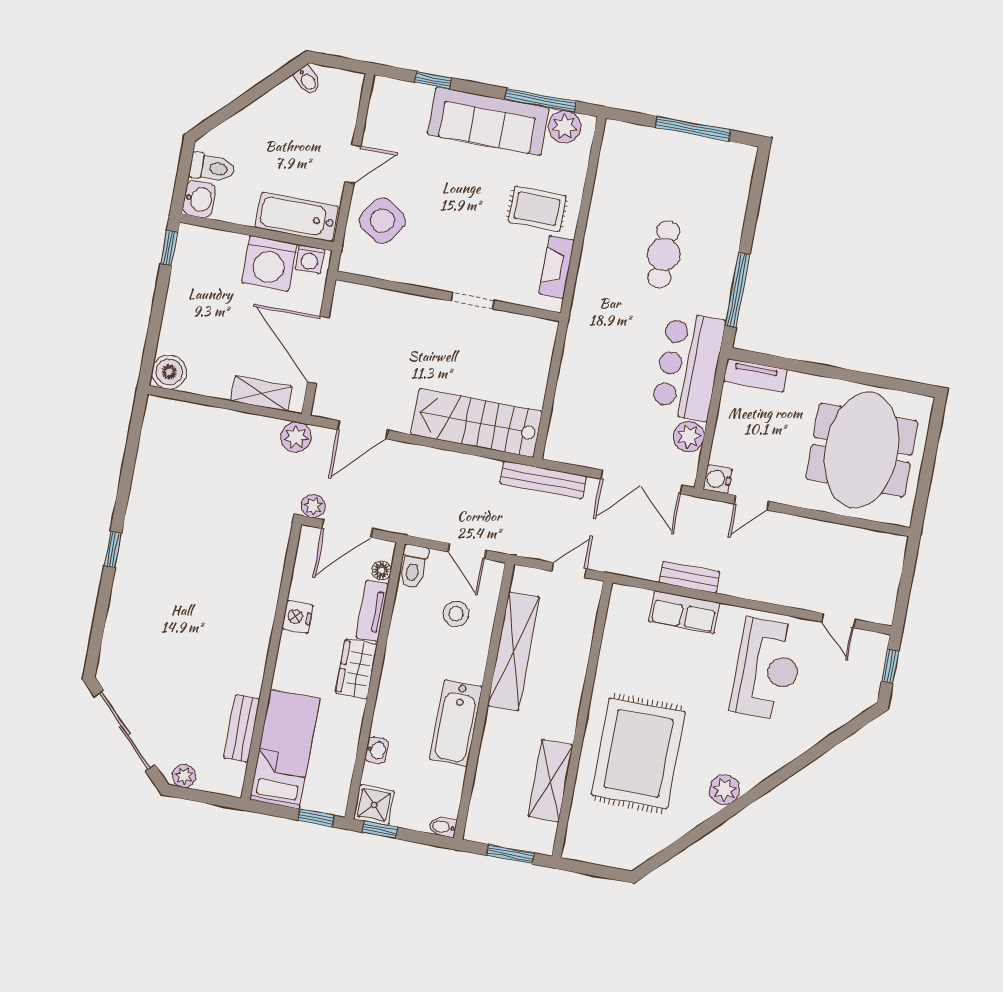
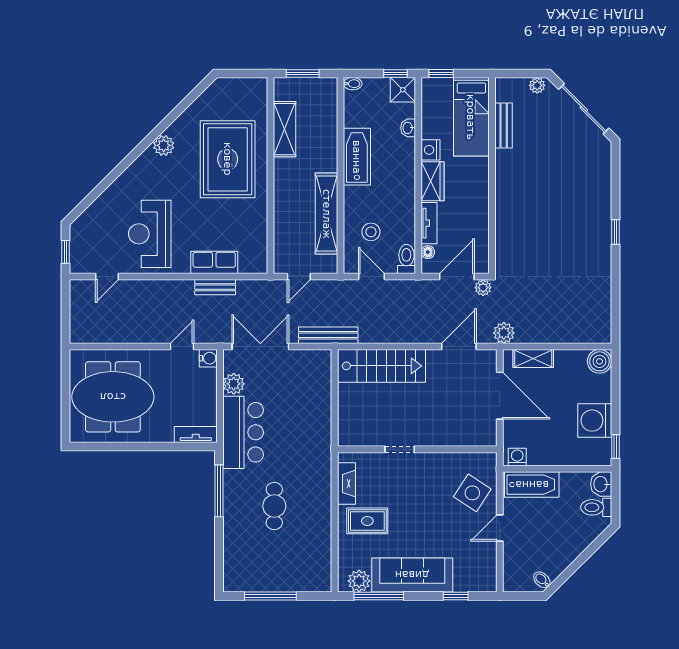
washing machine: (269, 263) -> (595, 421), moved, turned -90
meeting table: (862, 450) -> (113, 397), turned 90
nightstand: (297, 617) -> (431, 150), moved, turned 180
door: (838, 621) -> (107, 276), swing flipped

